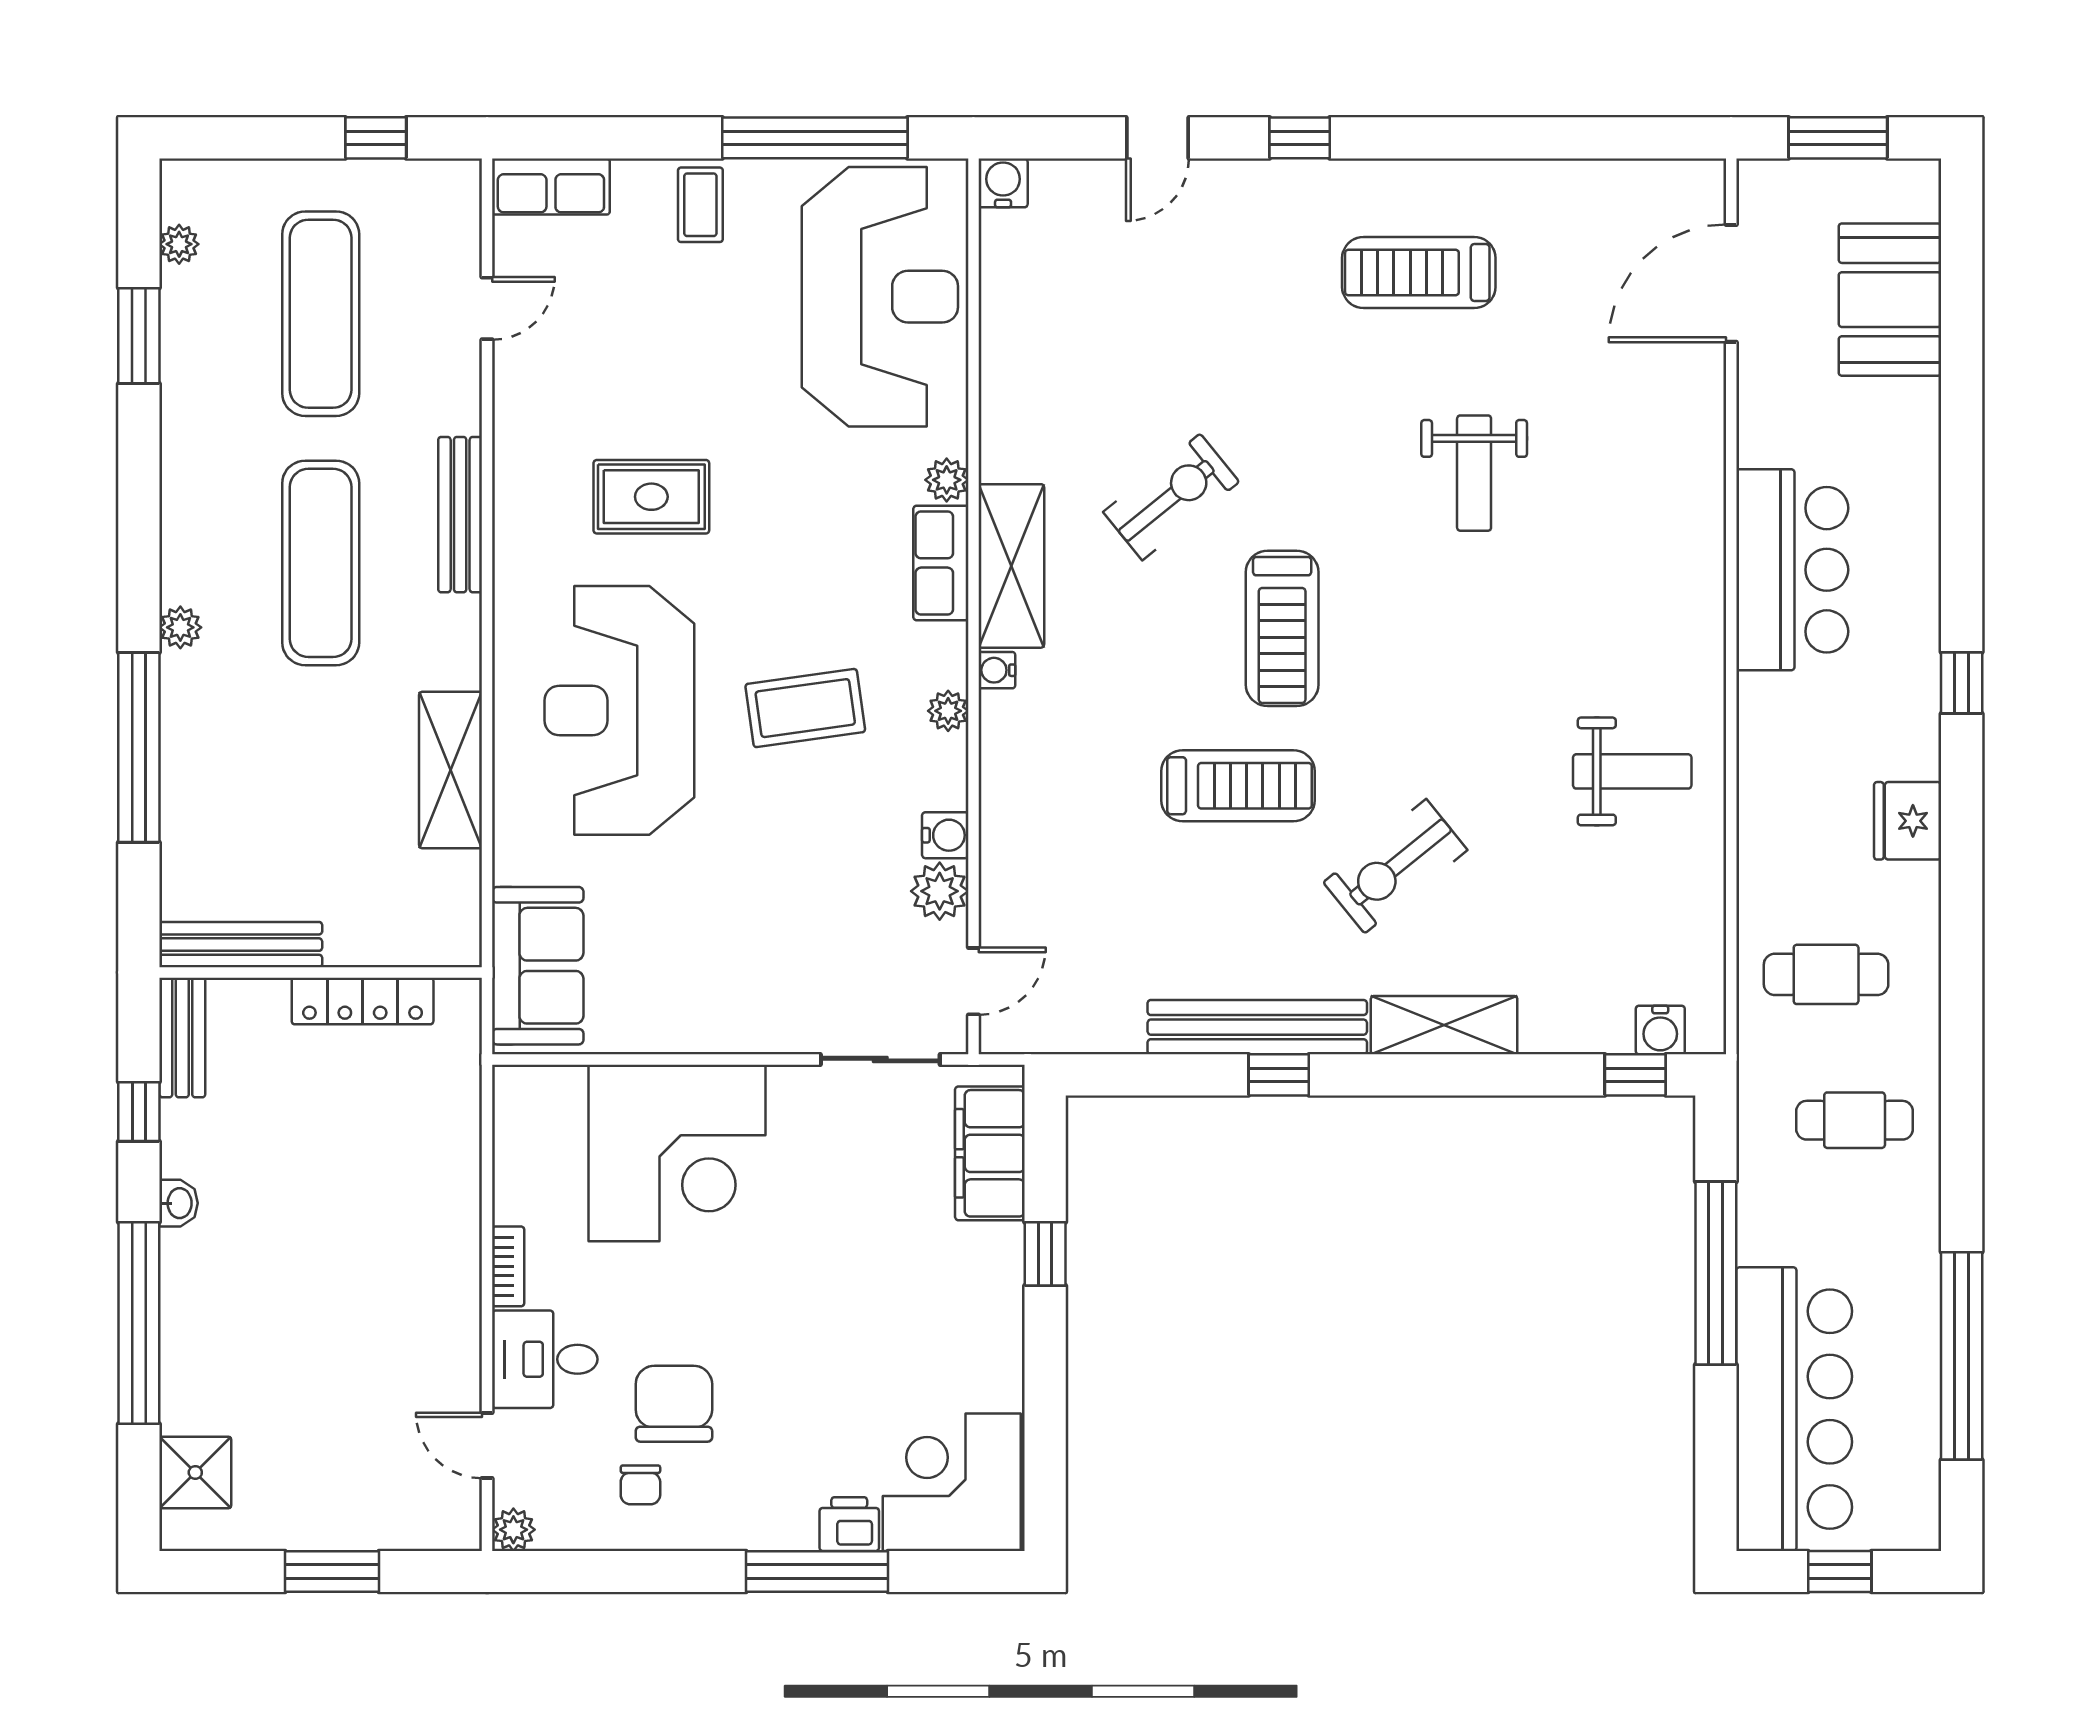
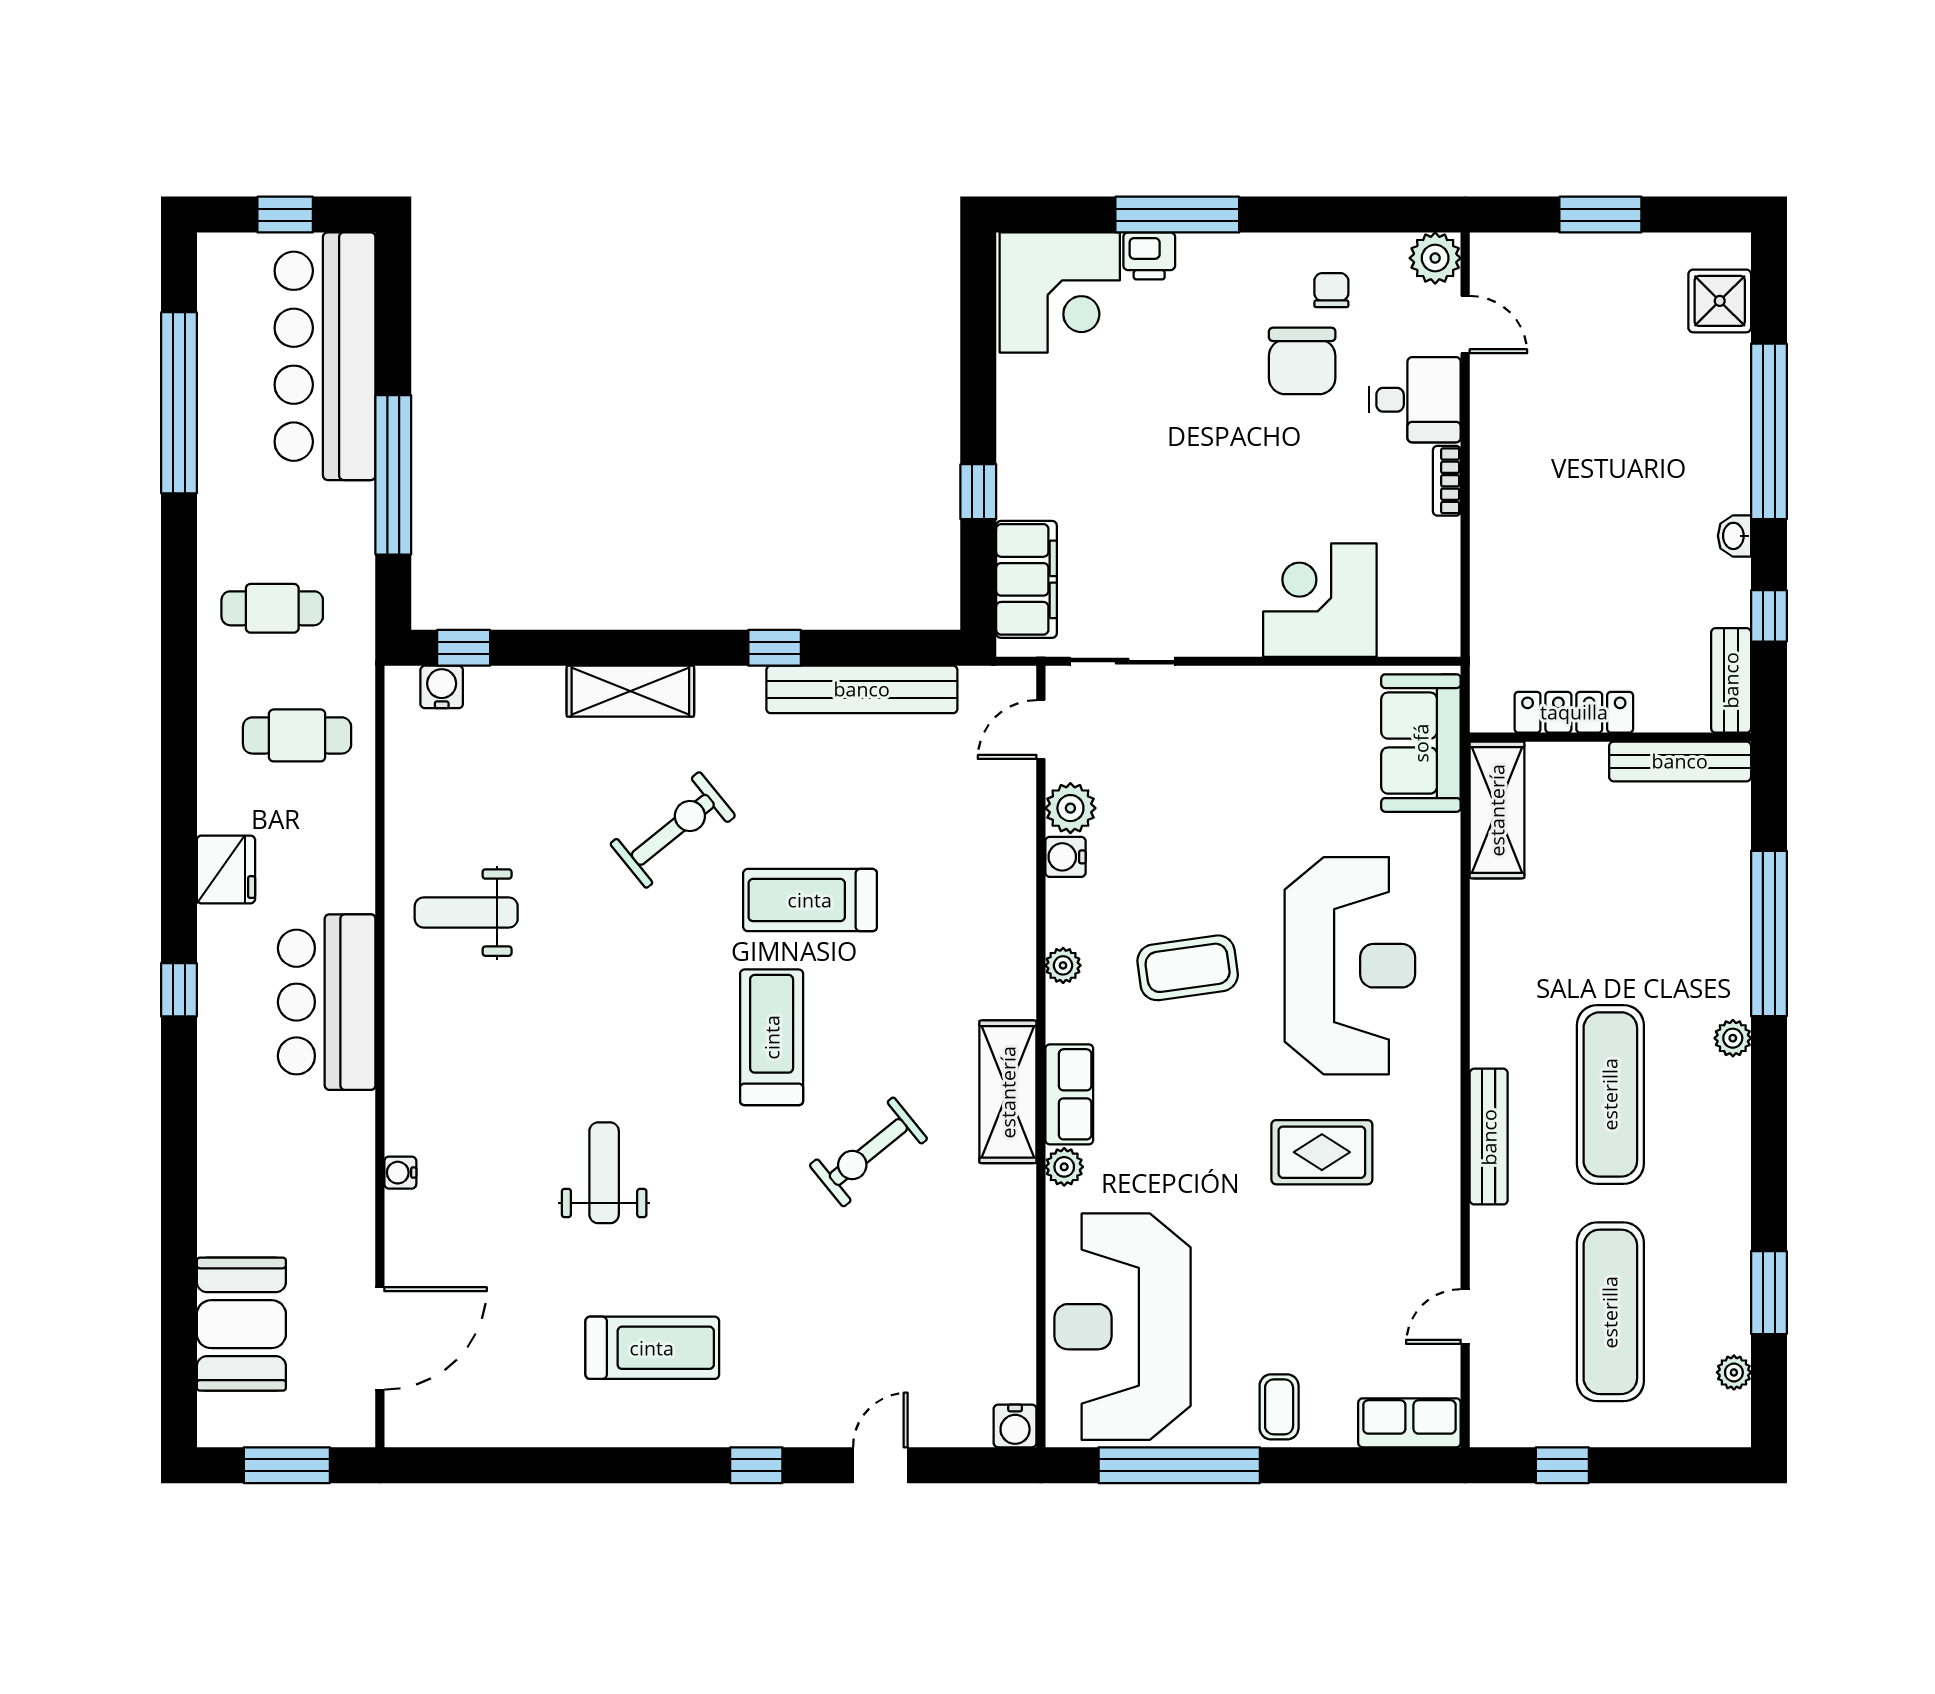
bar counter: (1792, 570) -> (327, 1002), moved
water cooler: (997, 670) -> (400, 1173), moved, turned 180
shelving: (451, 770) -> (1497, 810), moved
bench: (1257, 1027) -> (862, 689), moved
corner desk: (677, 1153) -> (1320, 600), width x0.74, depth x0.74
plant: (513, 1530) -> (1435, 258), width x1.38, depth x1.38

